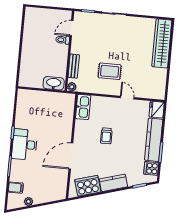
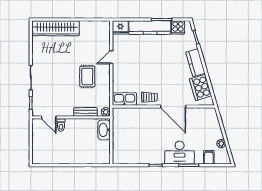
trolley: (106, 136) -> (149, 97), moved
desk: (25, 144) -> (180, 153), moved

